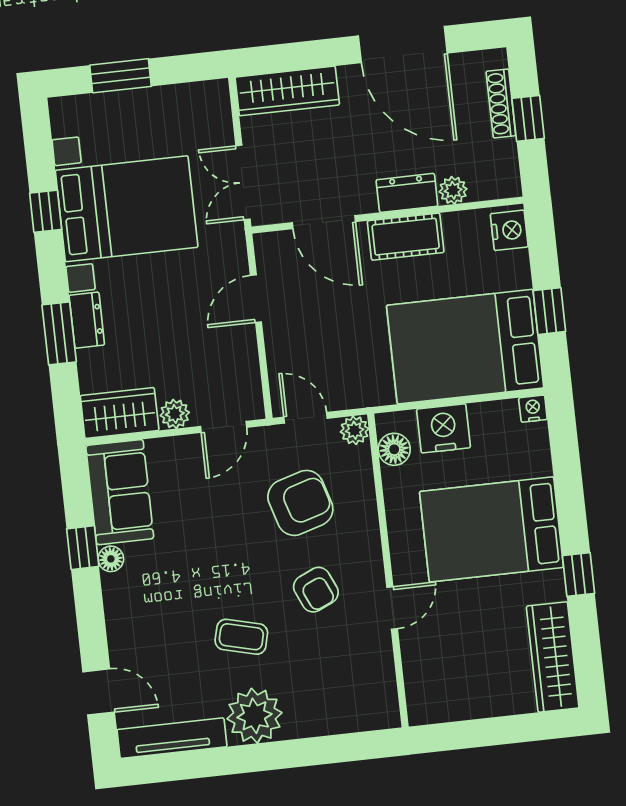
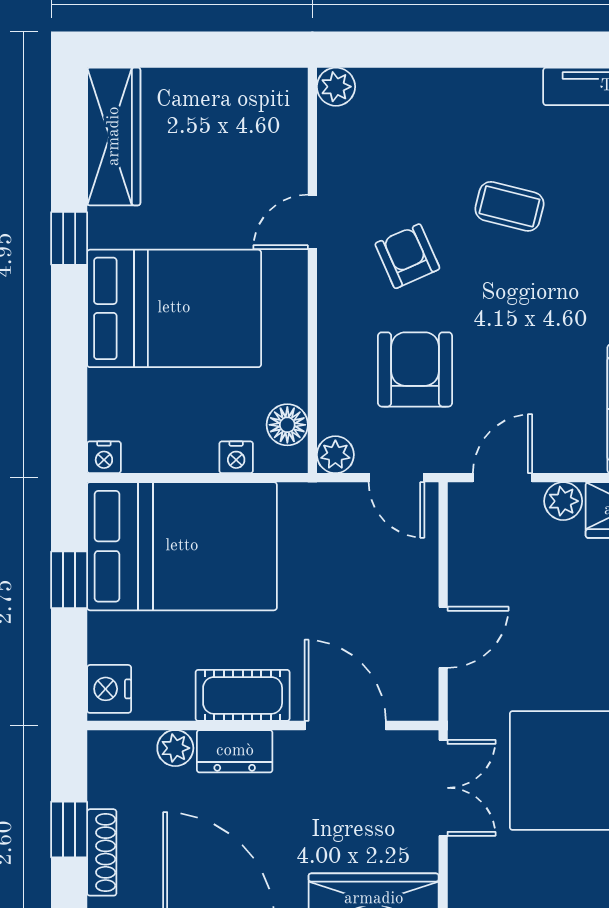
nightstand: (444, 428) -> (236, 457), width x0.53, depth x0.56
armchair: (300, 503) -> (415, 369), turned 107
plant: (254, 716) -> (336, 87), moved, width x0.53, depth x0.53

